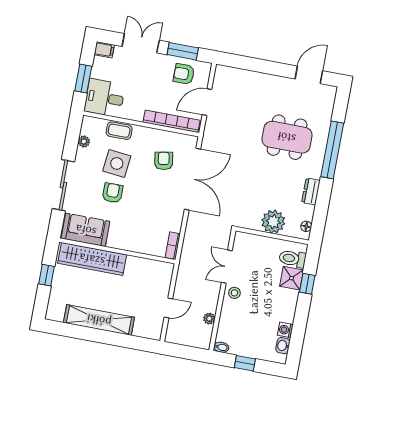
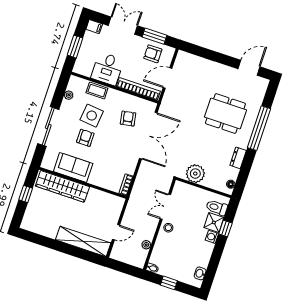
desk: (105, 98) -> (107, 69), moved, turned -90
plant: (273, 222) -> (195, 174), moved
sofa: (86, 230) -> (73, 167), moved
shelving: (99, 320) -> (83, 241), moved
washing machine: (285, 330) -> (212, 237), moved

